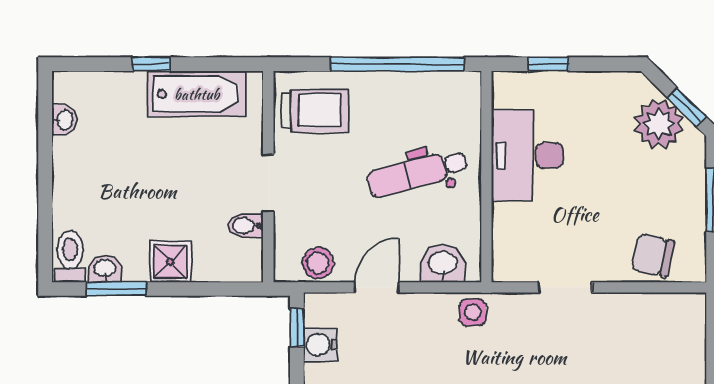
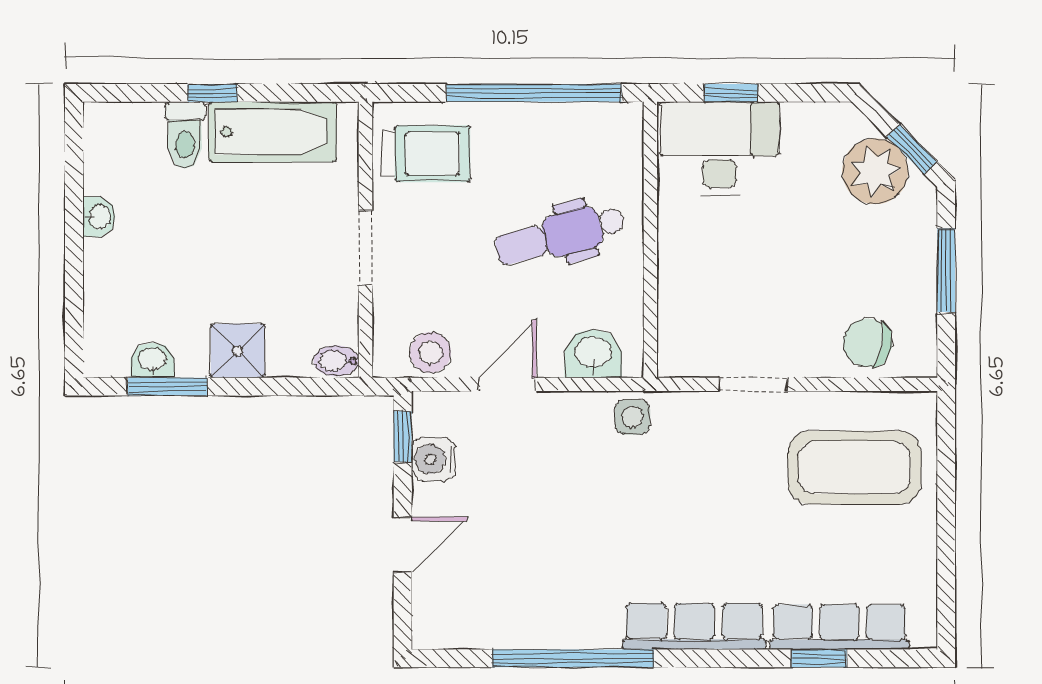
washbasin: (64, 120) -> (99, 217), moved
desk: (527, 156) -> (719, 148), moved, turned 90
bidet: (246, 226) -> (336, 361), moved
toilet: (70, 257) -> (185, 135), moved, turned 180
coffee table: (643, 351) -> (855, 468), added

